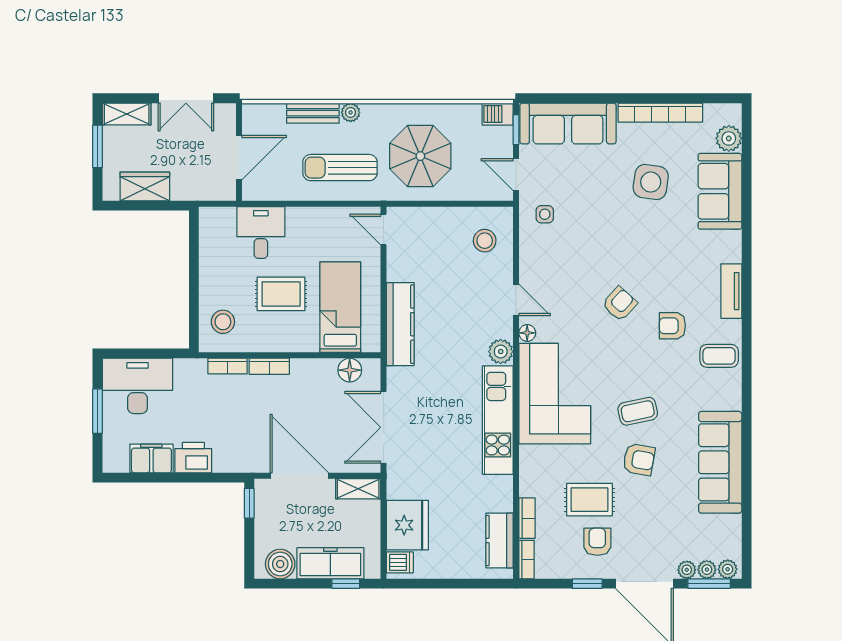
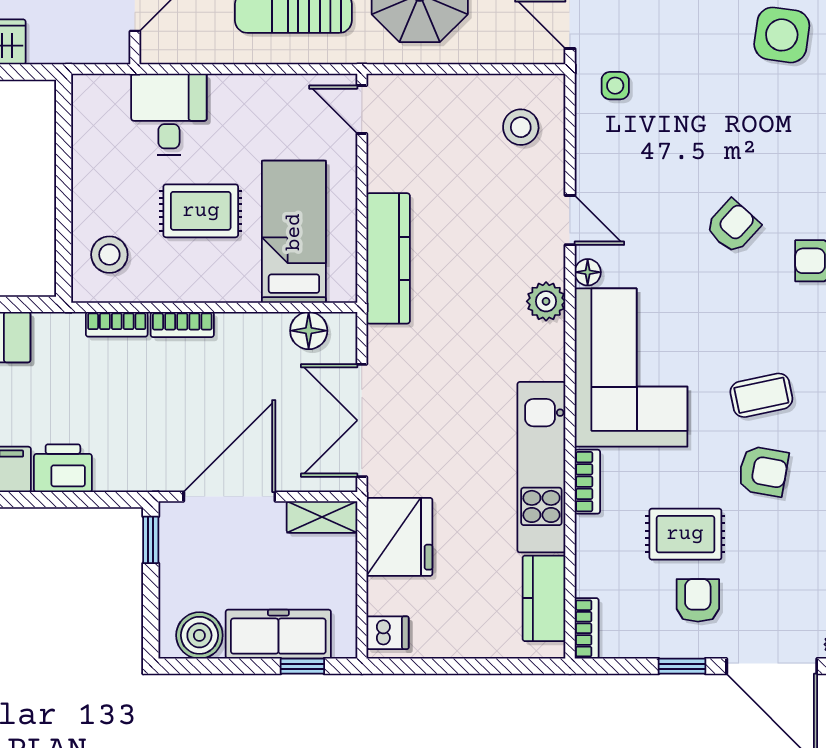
kitchen unit: (498, 420) -> (541, 467), moved
door: (299, 476) -> (229, 497), hinge flipped
bookcase: (527, 518) -> (587, 482), moved
fridge: (407, 525) -> (399, 537), moved

